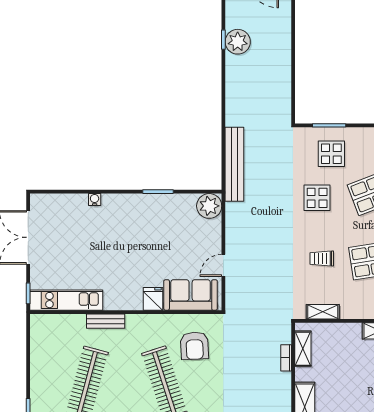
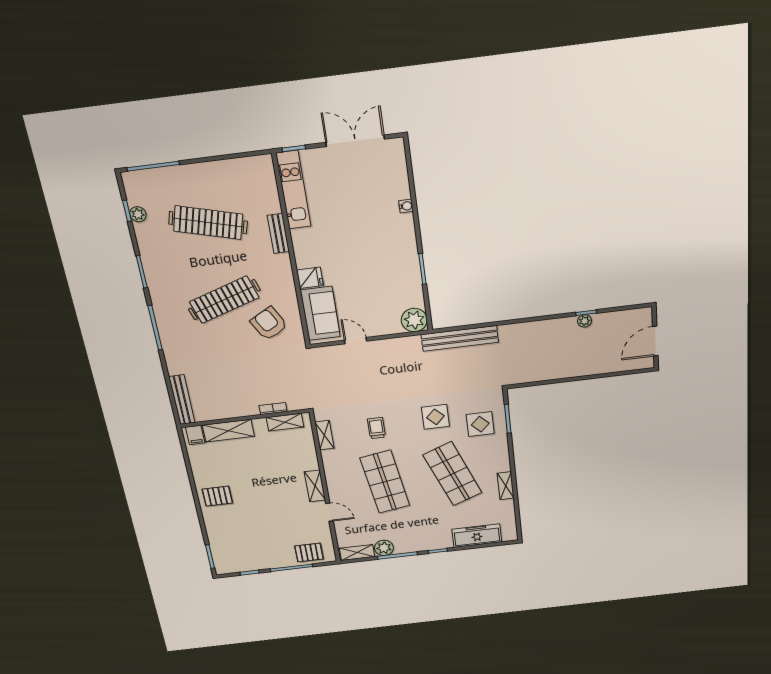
plant: (238, 42) -> (585, 321), width x0.53, depth x0.53
armchair: (194, 346) -> (269, 324), turned 64

